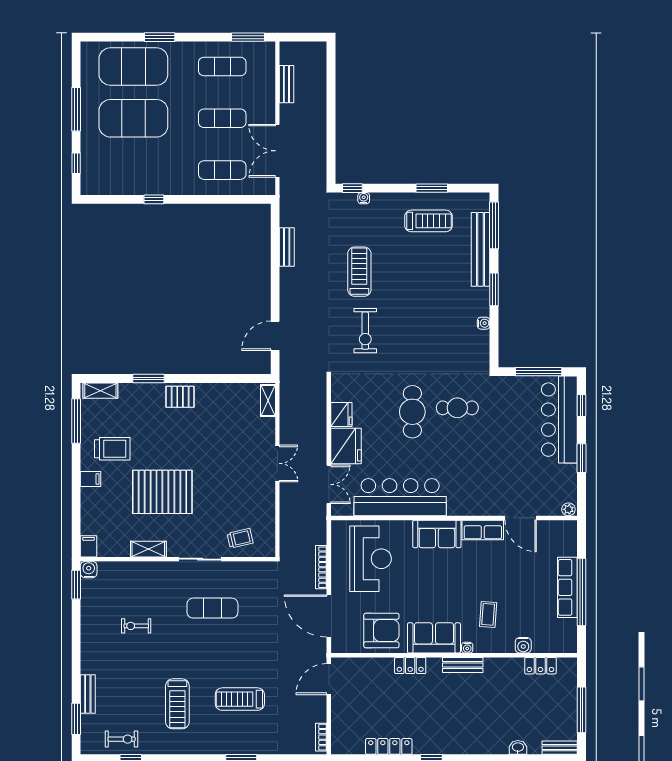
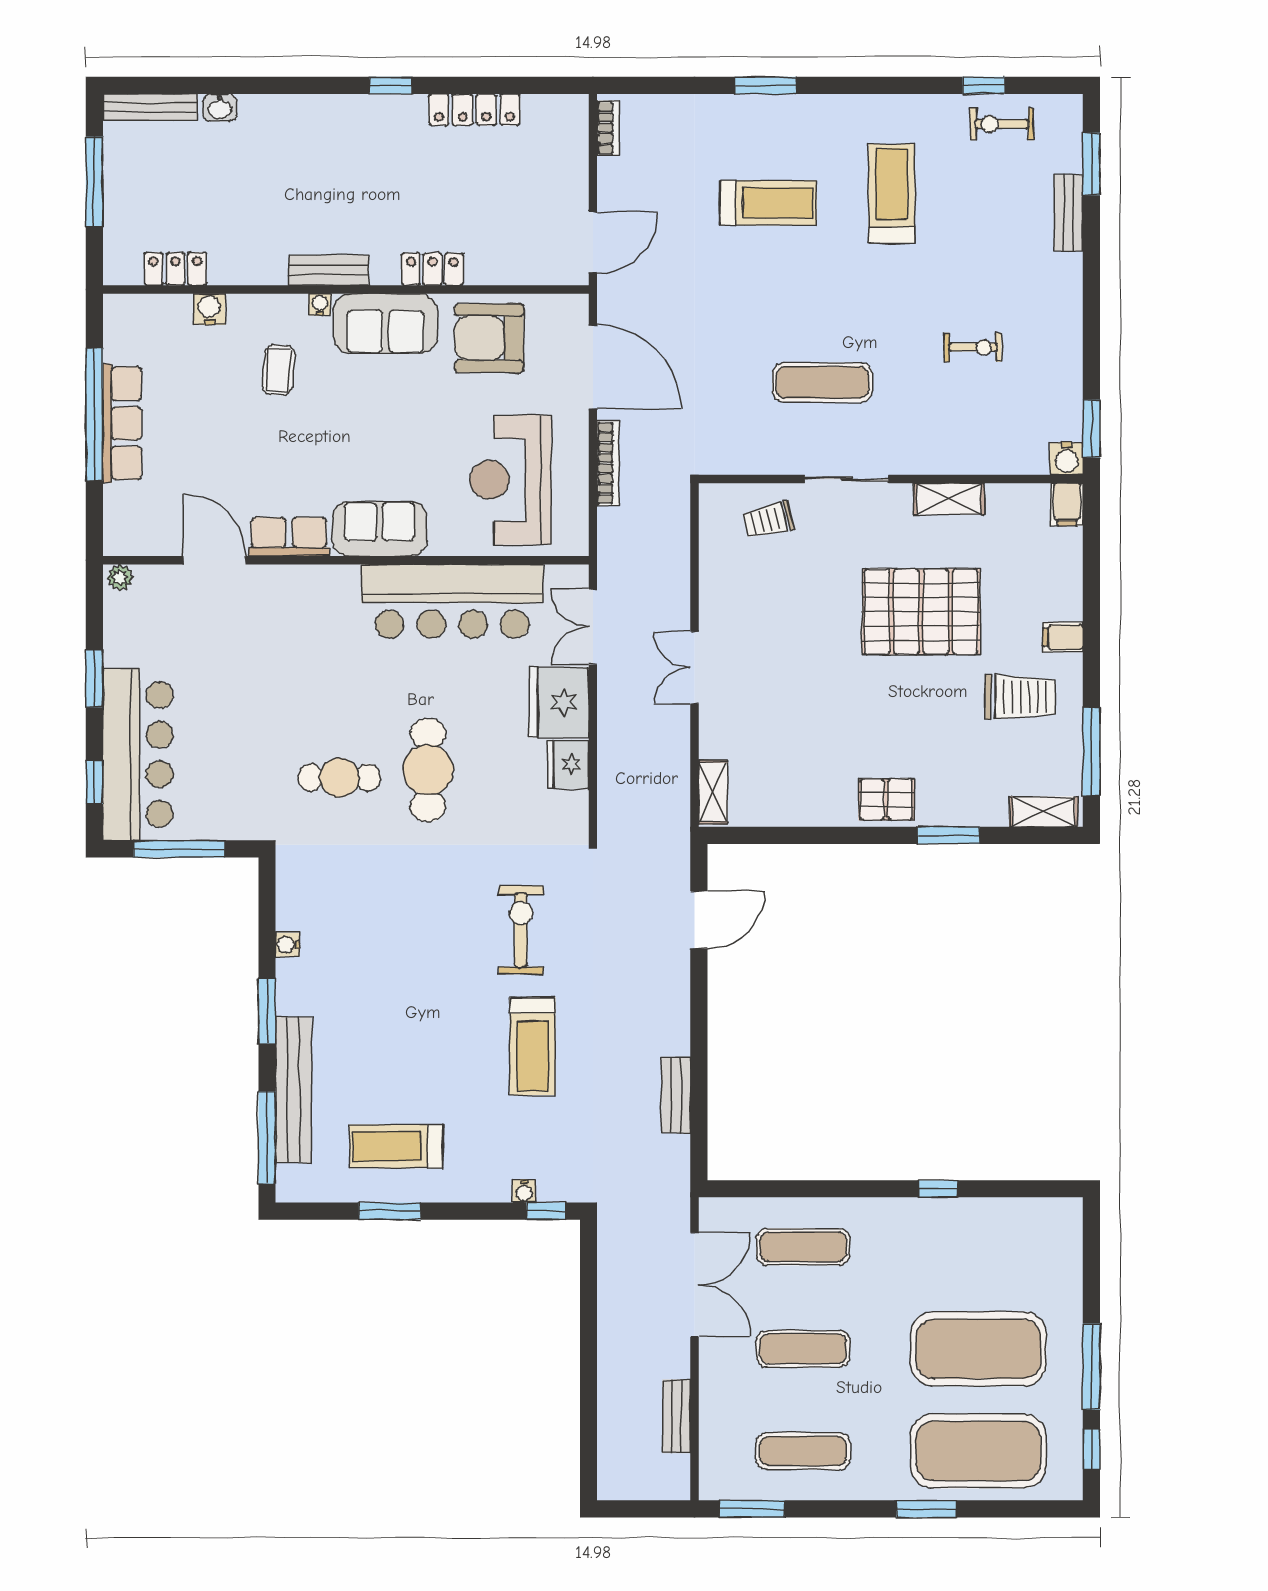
window: (76, 163) -> (1091, 1449), moved
trolley: (112, 449) -> (1020, 697), turned 180
bench: (560, 748) -> (150, 107), width x1.36

